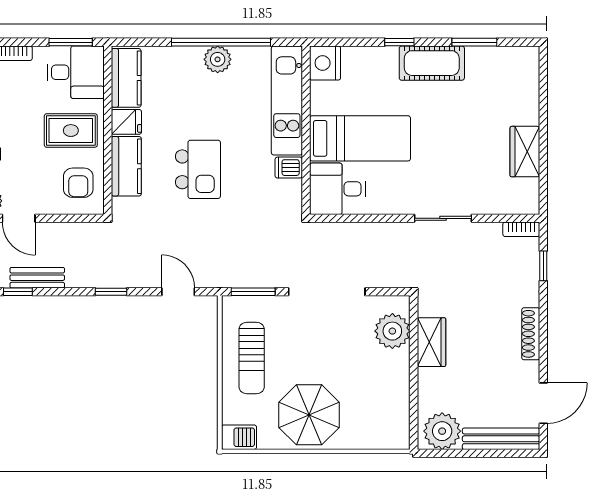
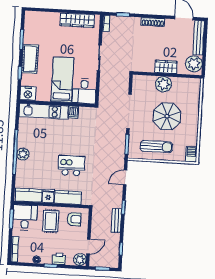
nightstand: (325, 63) -> (28, 93), moved
kitchen unit: (287, 100) -> (44, 111), moved
wall: (306, 130) -> (57, 104), moved
bed: (360, 138) -> (62, 80), moved
wardrobe: (525, 152) -> (77, 20), width x1.50
dishwasher: (289, 168) -> (73, 112), moved
desk: (337, 189) -> (84, 91), moved
bench: (37, 278) -> (116, 220), moved
plant: (392, 331) -> (164, 84), moved
wardrobe: (431, 342) -> (166, 67), moved
parasol: (309, 415) -> (167, 116), moved

